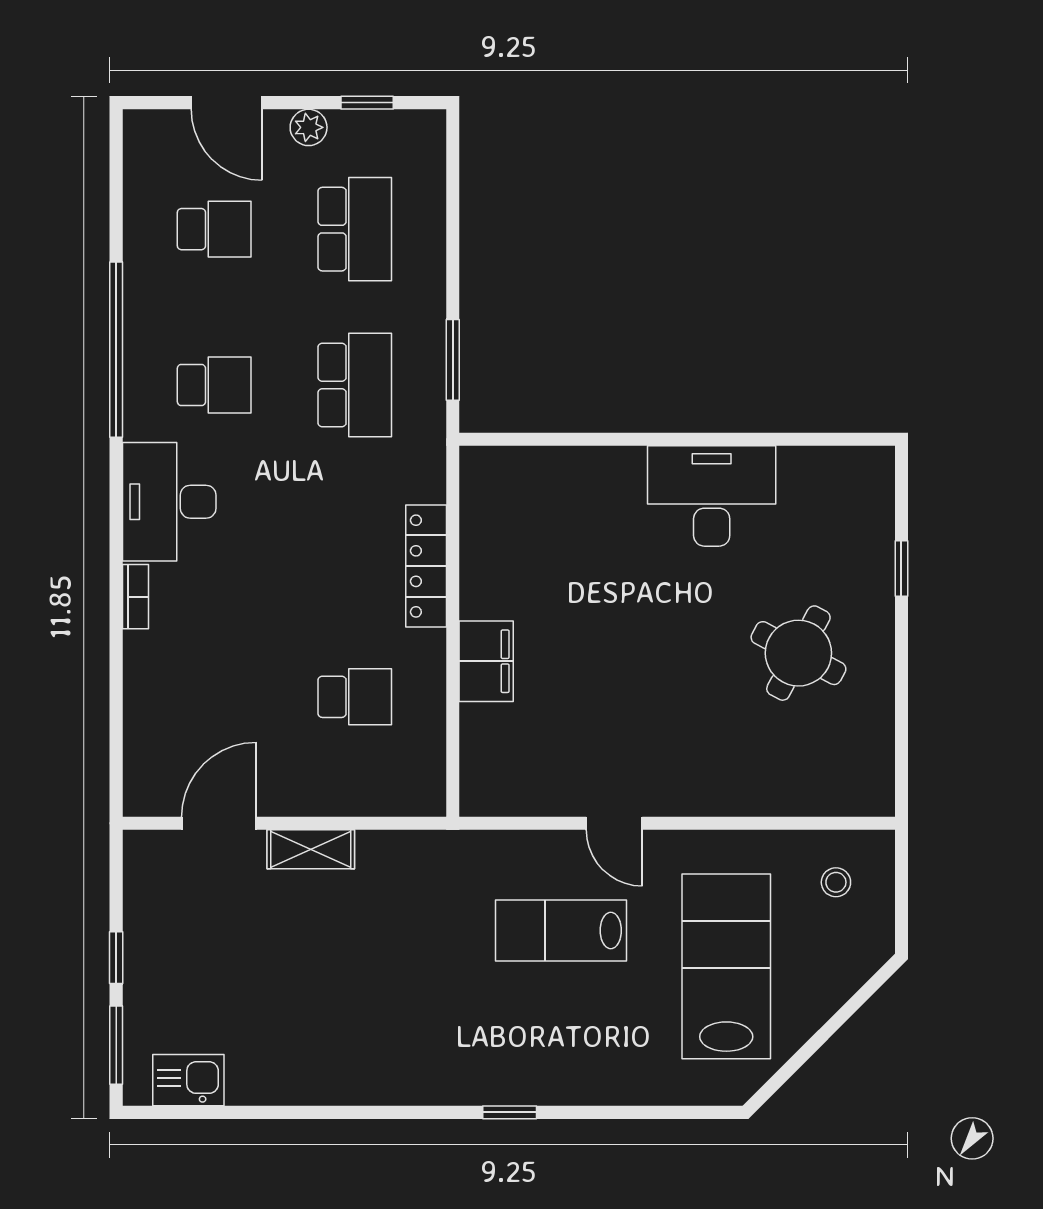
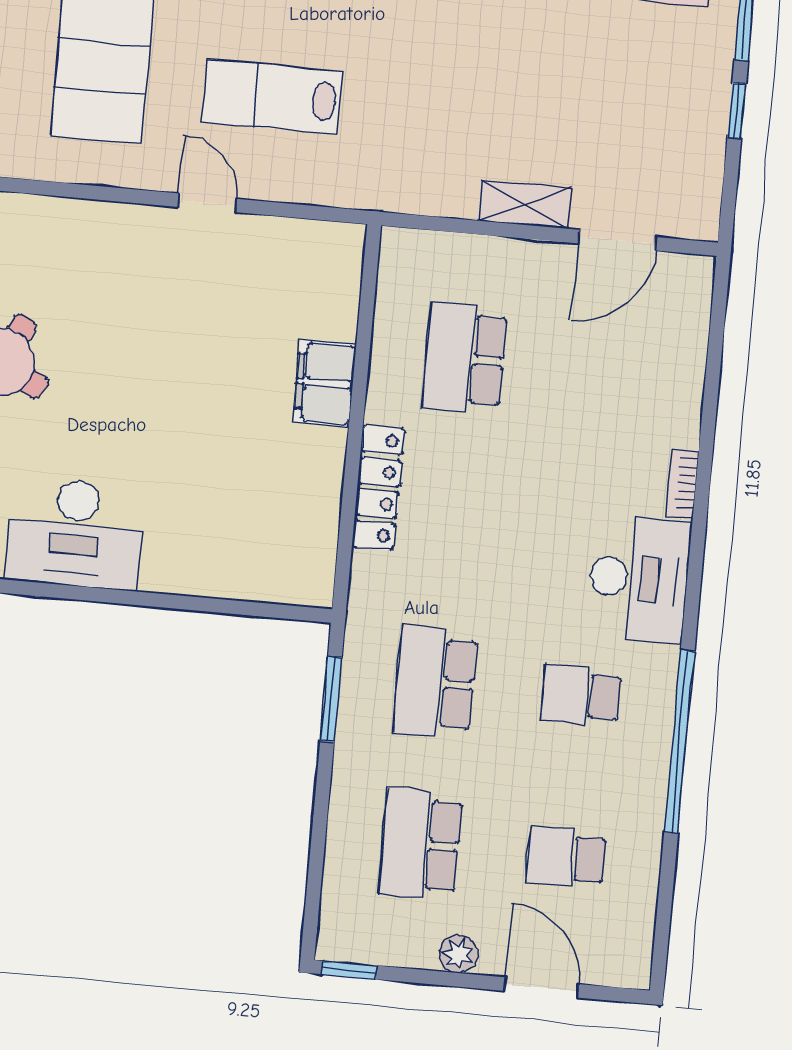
window: (367, 103) -> (349, 970), moved
school desk: (355, 697) -> (464, 359), width x1.85
lab bench: (561, 930) -> (272, 97), turned 180

